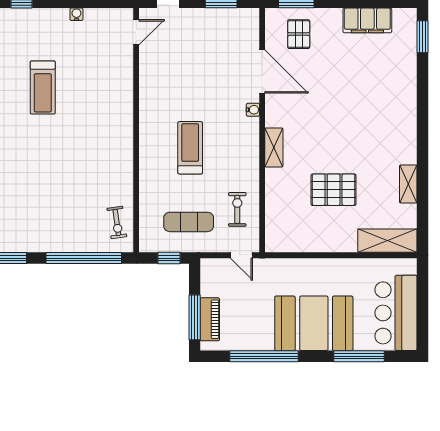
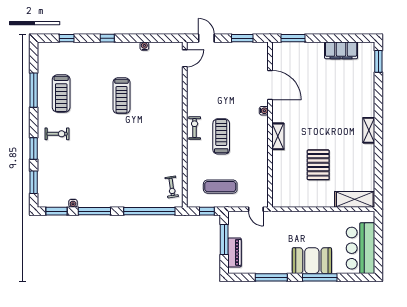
pallet: (299, 34) -> (295, 60), removed
shelving: (408, 184) -> (369, 130), moved
pallet: (334, 190) -> (318, 165), turned 90
exercise bike: (237, 209) -> (195, 128), moved
window: (195, 317) -> (224, 240), moved
booth: (314, 323) -> (312, 261), width x0.73, depth x0.70
window: (264, 356) -> (271, 277), width x0.68
window: (359, 356) -> (320, 277), moved

